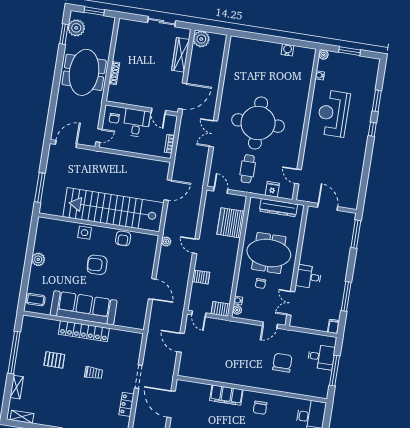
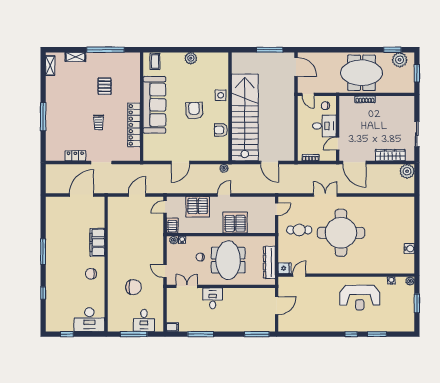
reception desk: (333, 113) -> (360, 298), turned 180
window: (40, 188) -> (270, 50), moved
fridge: (272, 189) -> (285, 268), moved
server rack: (231, 223) -> (235, 222), moved
server rack: (201, 277) -> (198, 207), width x2.18, depth x1.44
locker: (84, 331) -> (134, 125), moved

